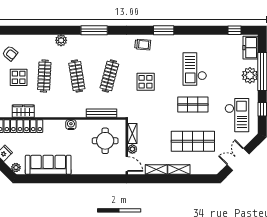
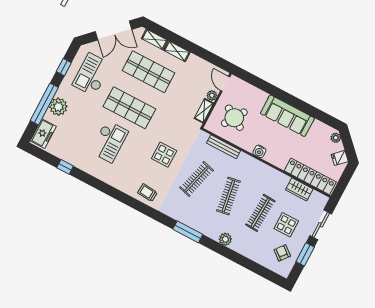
window: (164, 30) -> (120, 196), removed
window: (234, 30) -> (65, 167), moved
shop shelf: (193, 104) -> (129, 108), width x1.43, depth x1.36
round table: (105, 141) -> (234, 118), turned 32
double door: (238, 159) -> (113, 30), width x1.37
sofa: (48, 165) -> (287, 116), moved
shelving: (156, 170) -> (155, 39), moved

